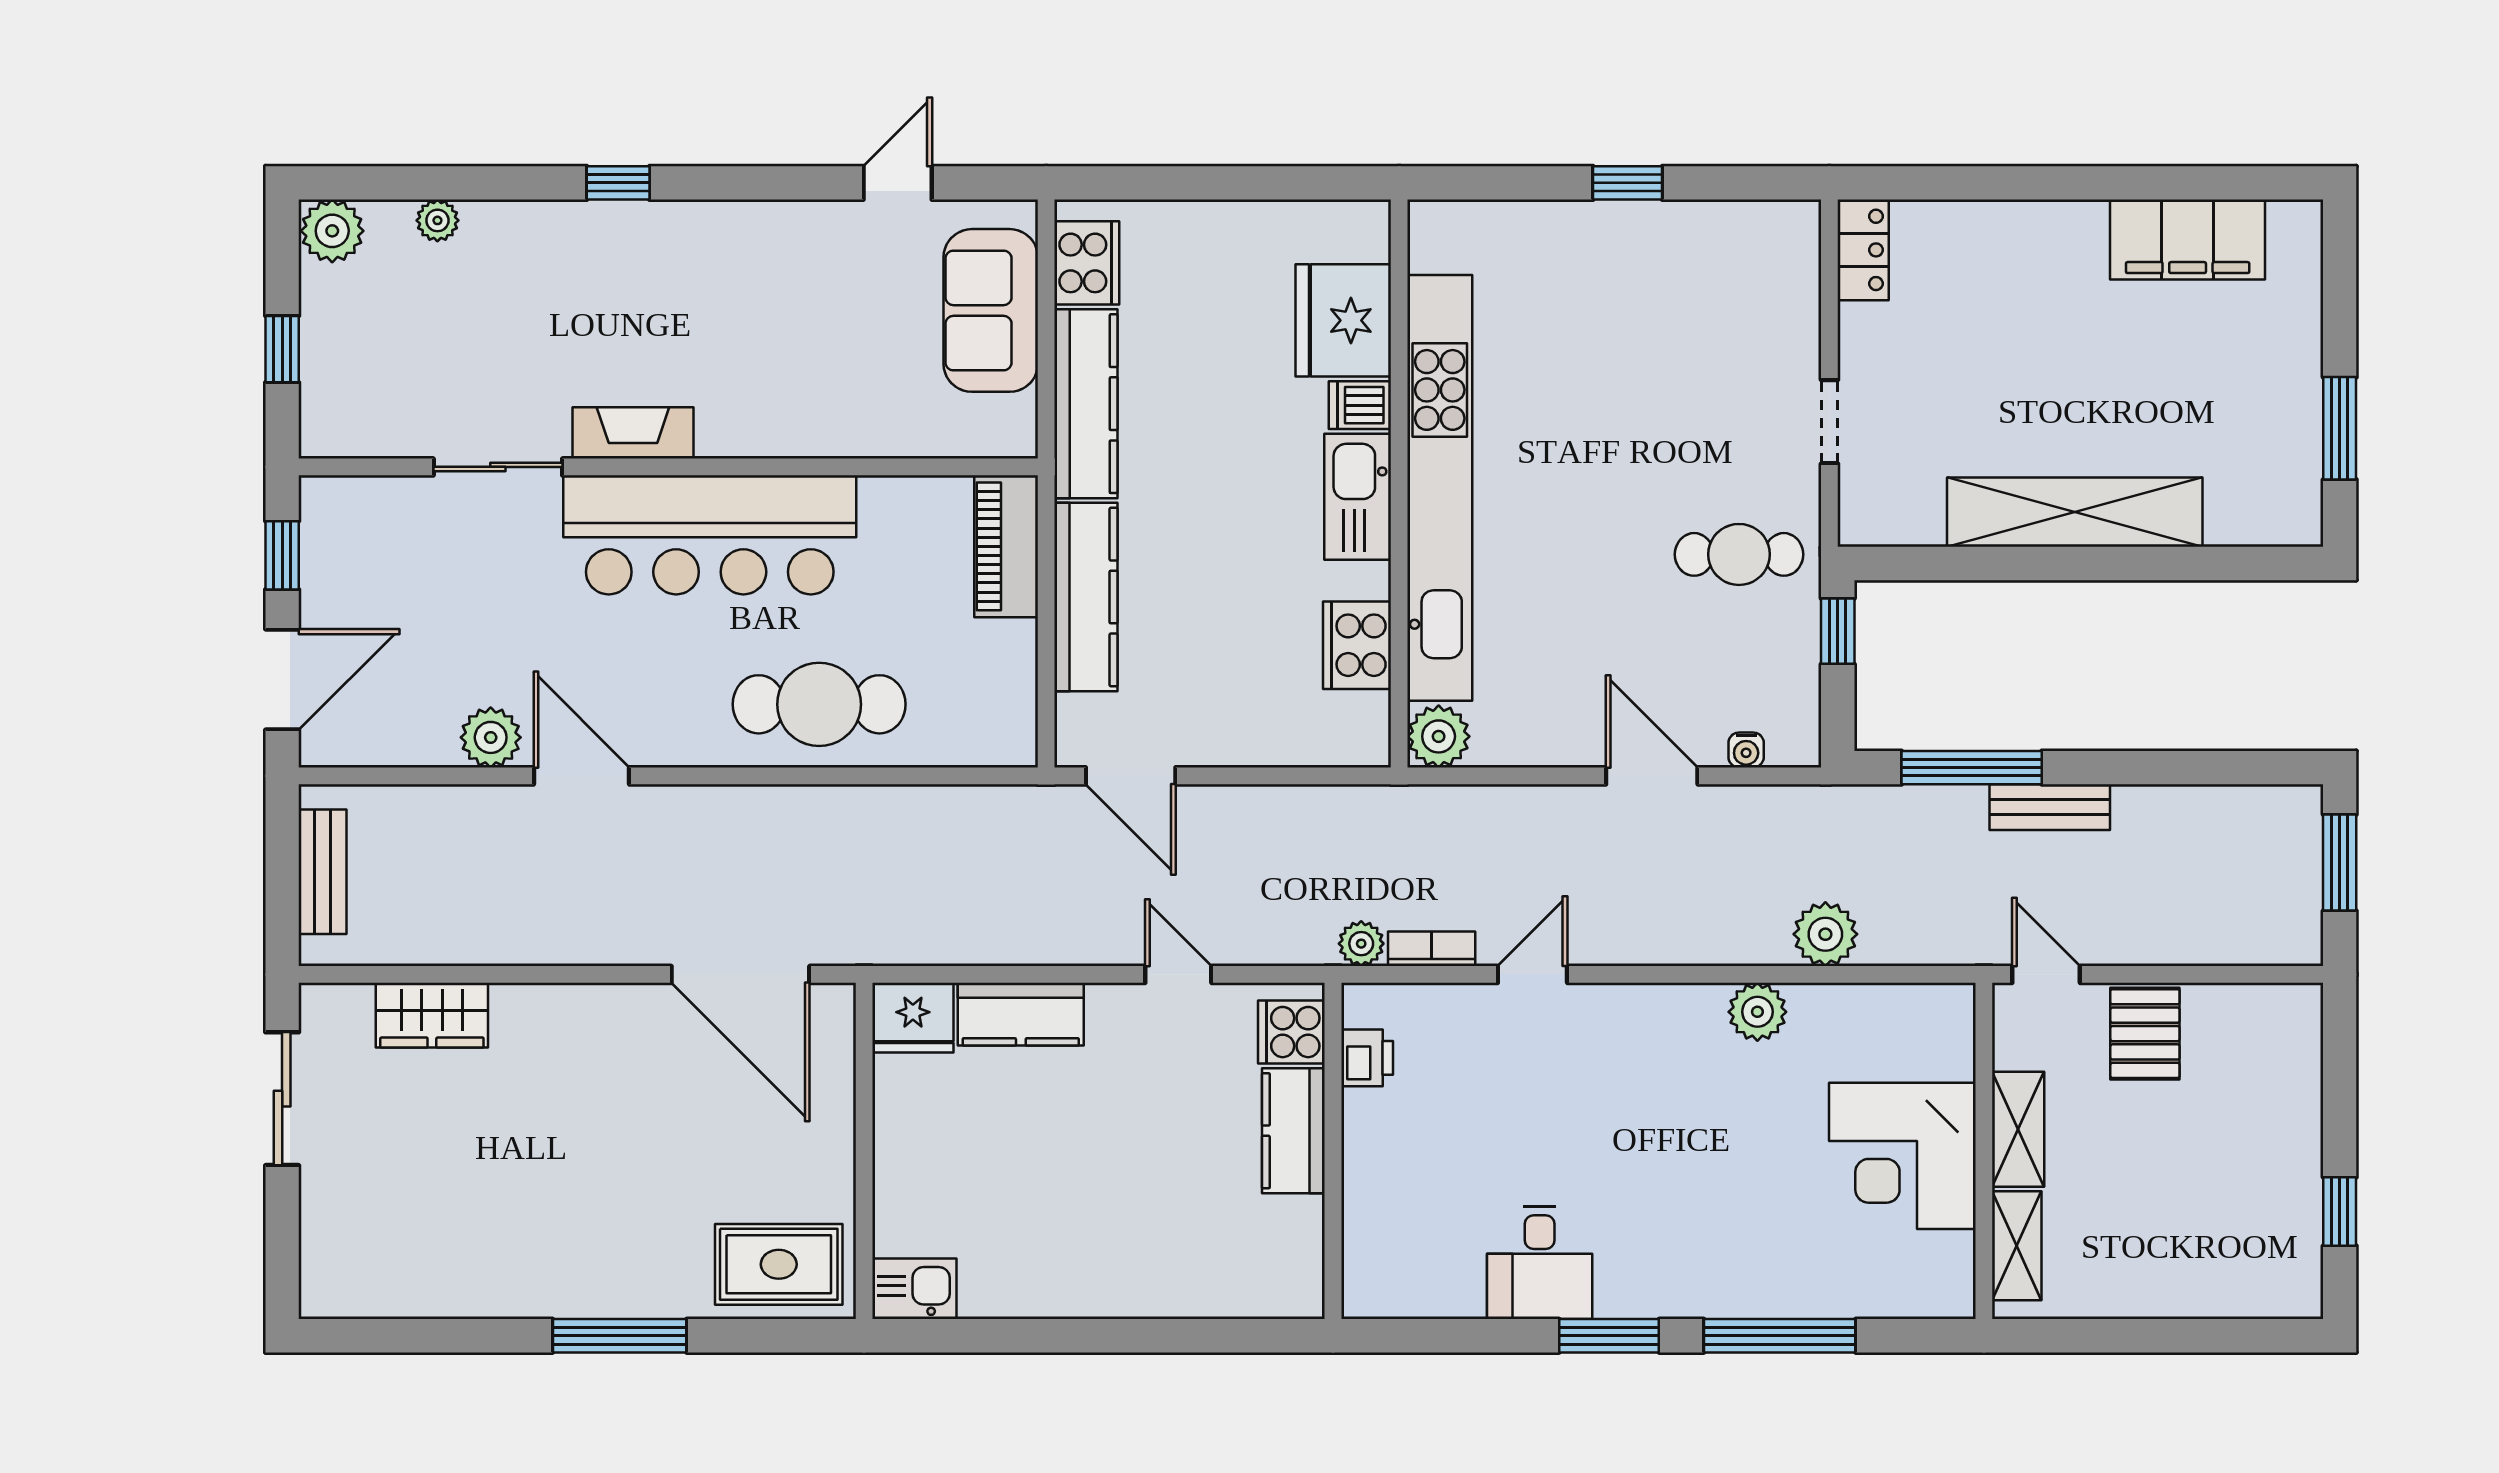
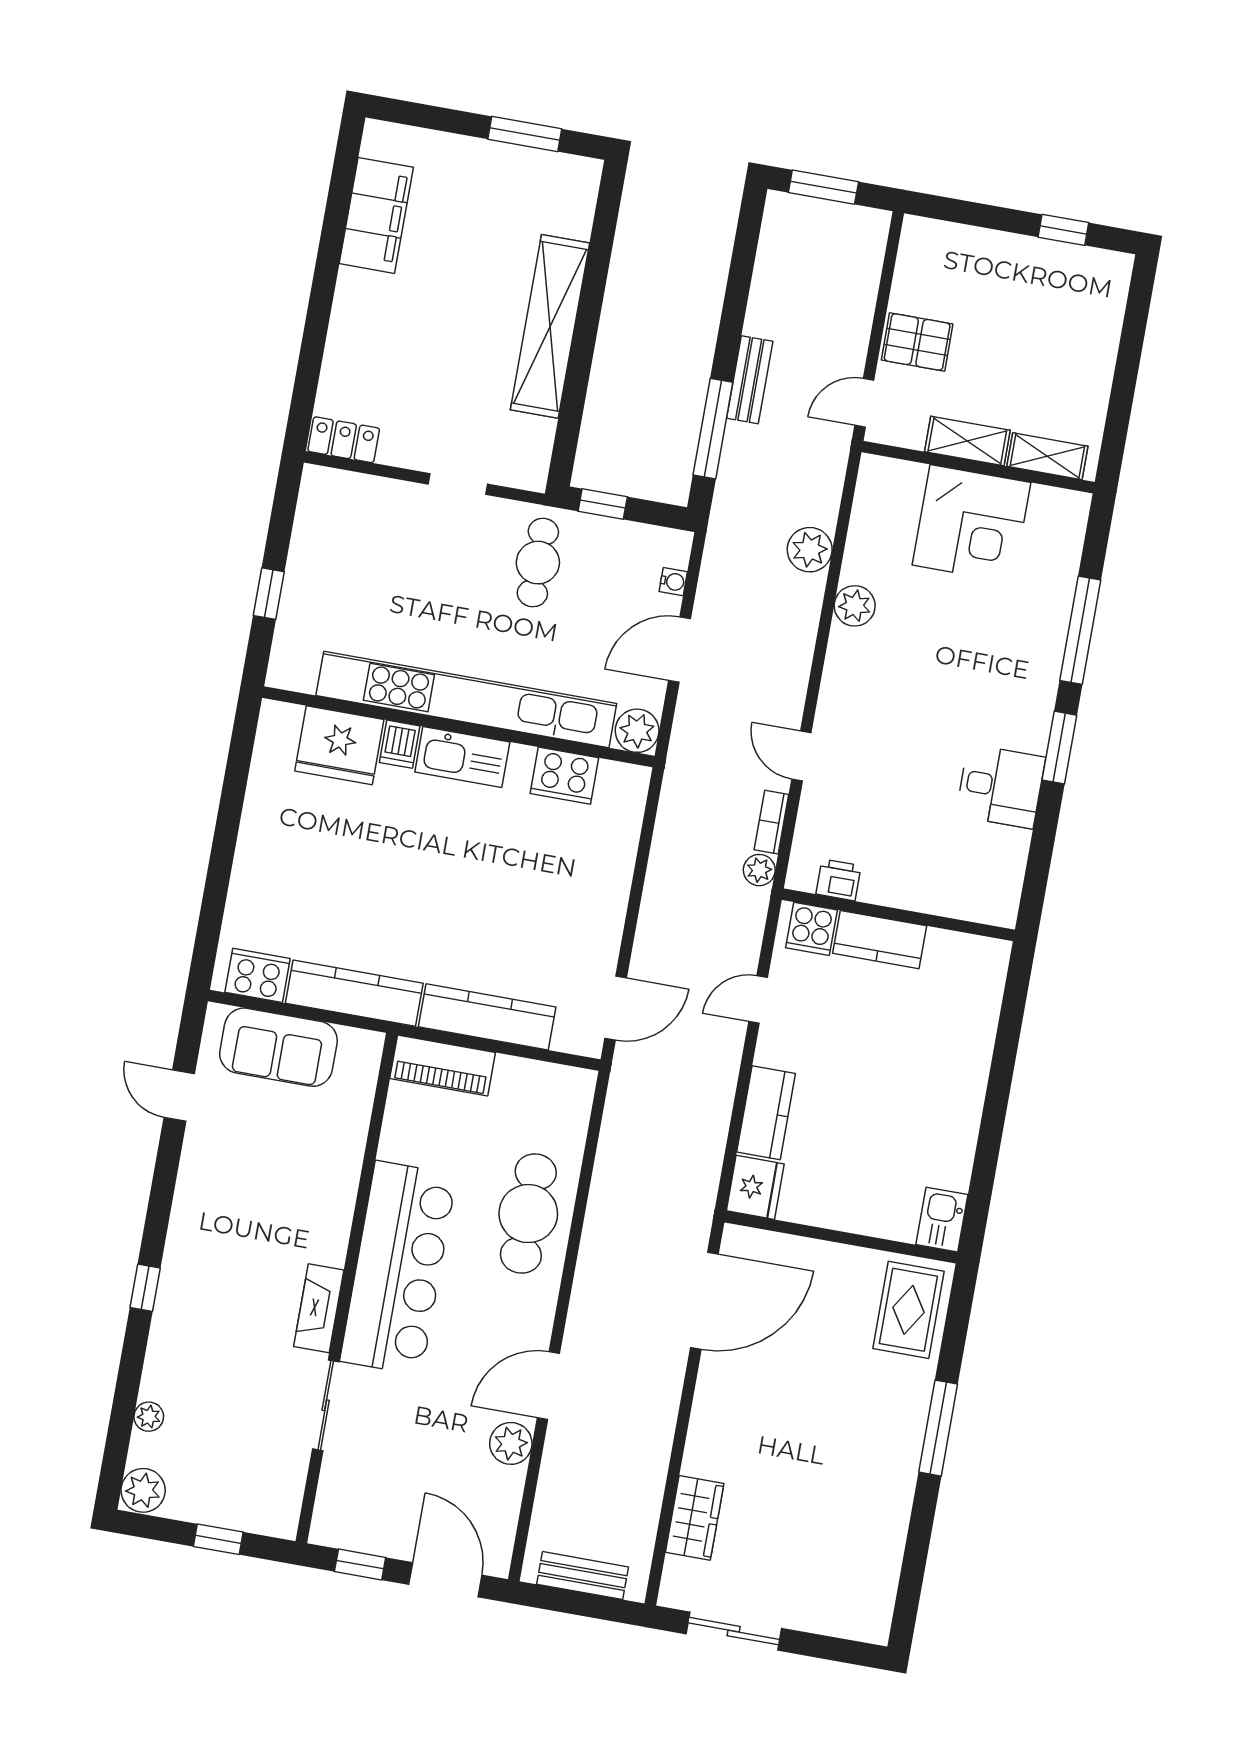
fridge: (1343, 320) -> (339, 745), moved
dishwasher: (1360, 405) -> (400, 744), moved
wall: (1399, 483) -> (458, 727), moved
kitchen unit: (1440, 488) -> (466, 699), moved
kitchen sink: (1358, 497) -> (462, 757), moved
cooker: (1357, 645) -> (564, 776), moved
plant: (1439, 736) -> (637, 731), moved

